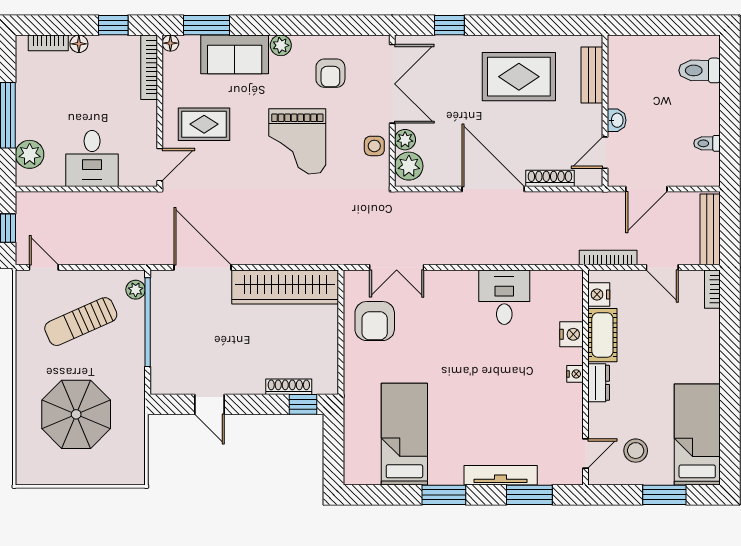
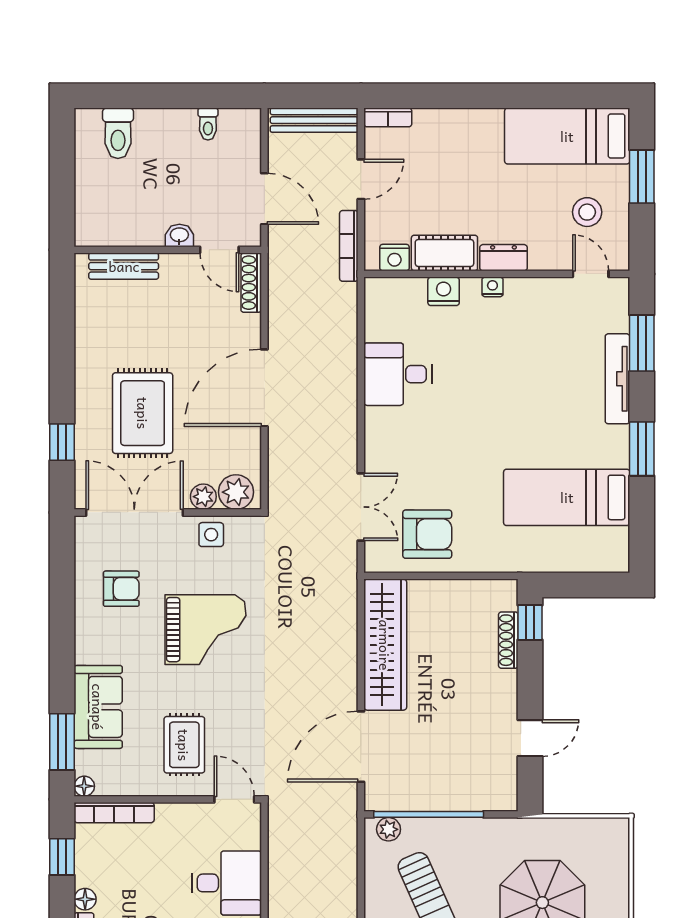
plant: (281, 45) -> (87, 650), removed
rug: (519, 77) -> (143, 413), moved
shoe rack: (550, 178) -> (251, 283), moved

